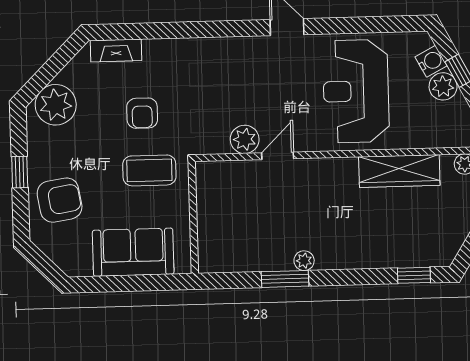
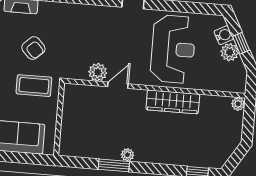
reception desk: (356, 91) -> (173, 49), turned 180
armchair: (142, 113) -> (33, 48), turned -43
wardrobe: (399, 171) -> (173, 102), moved

